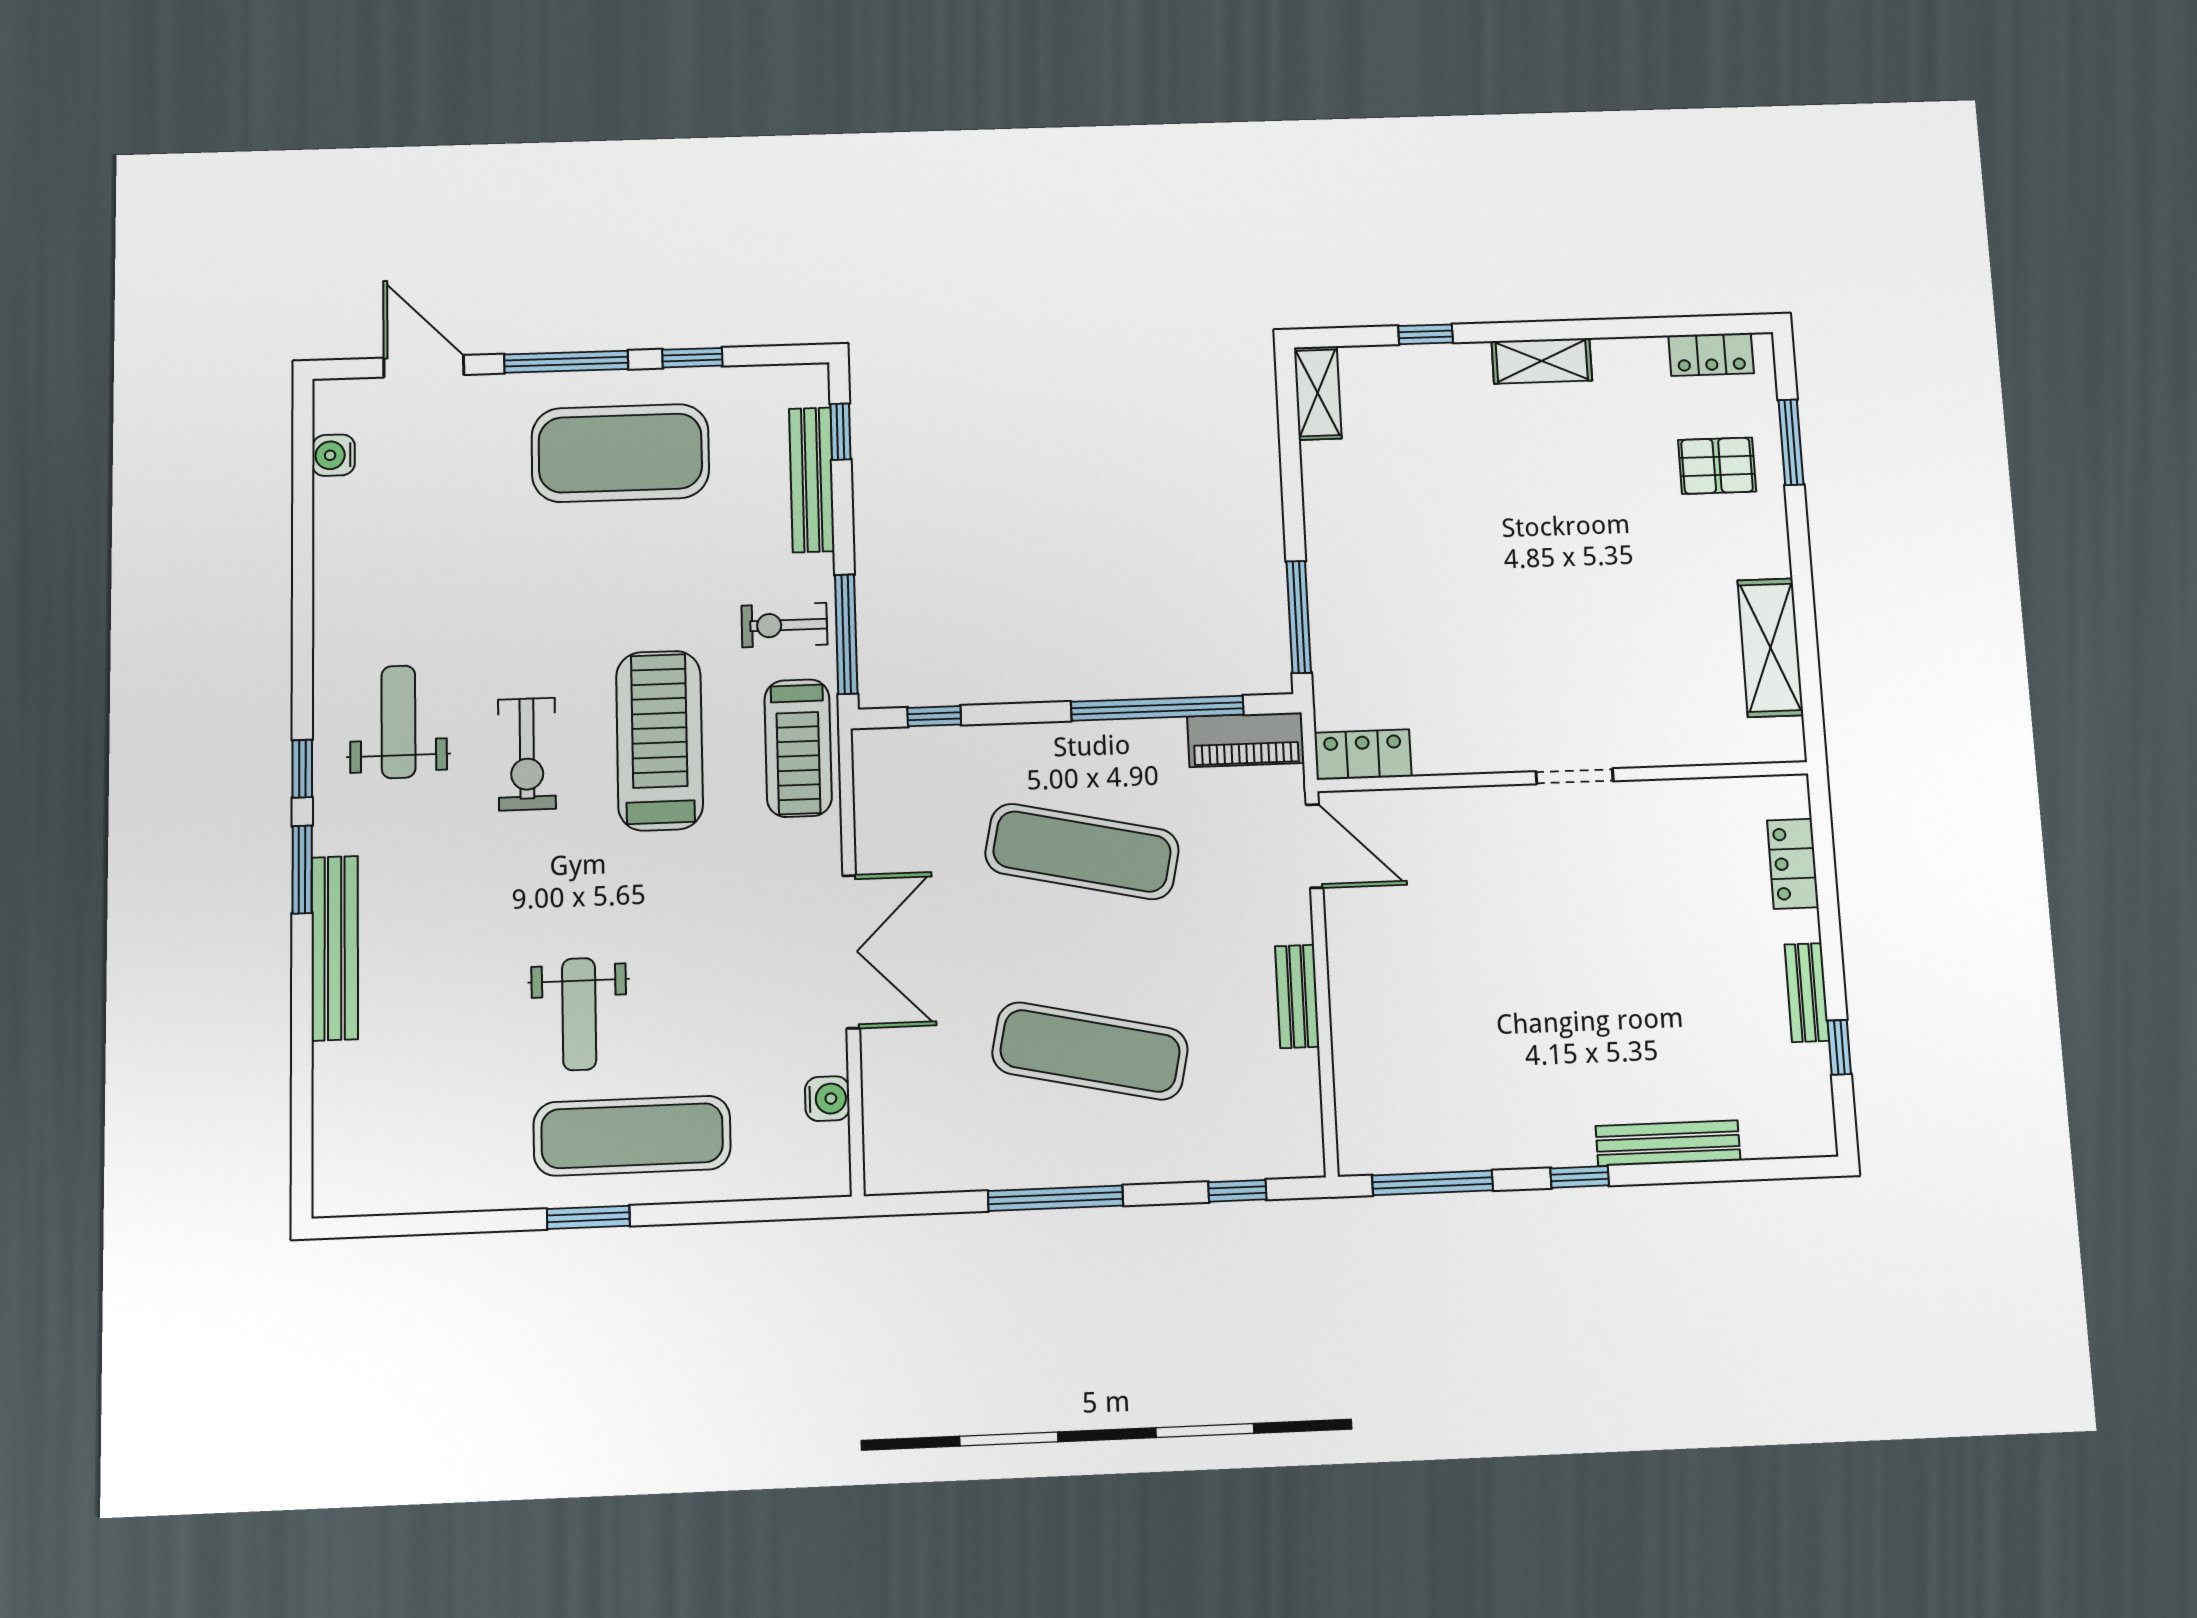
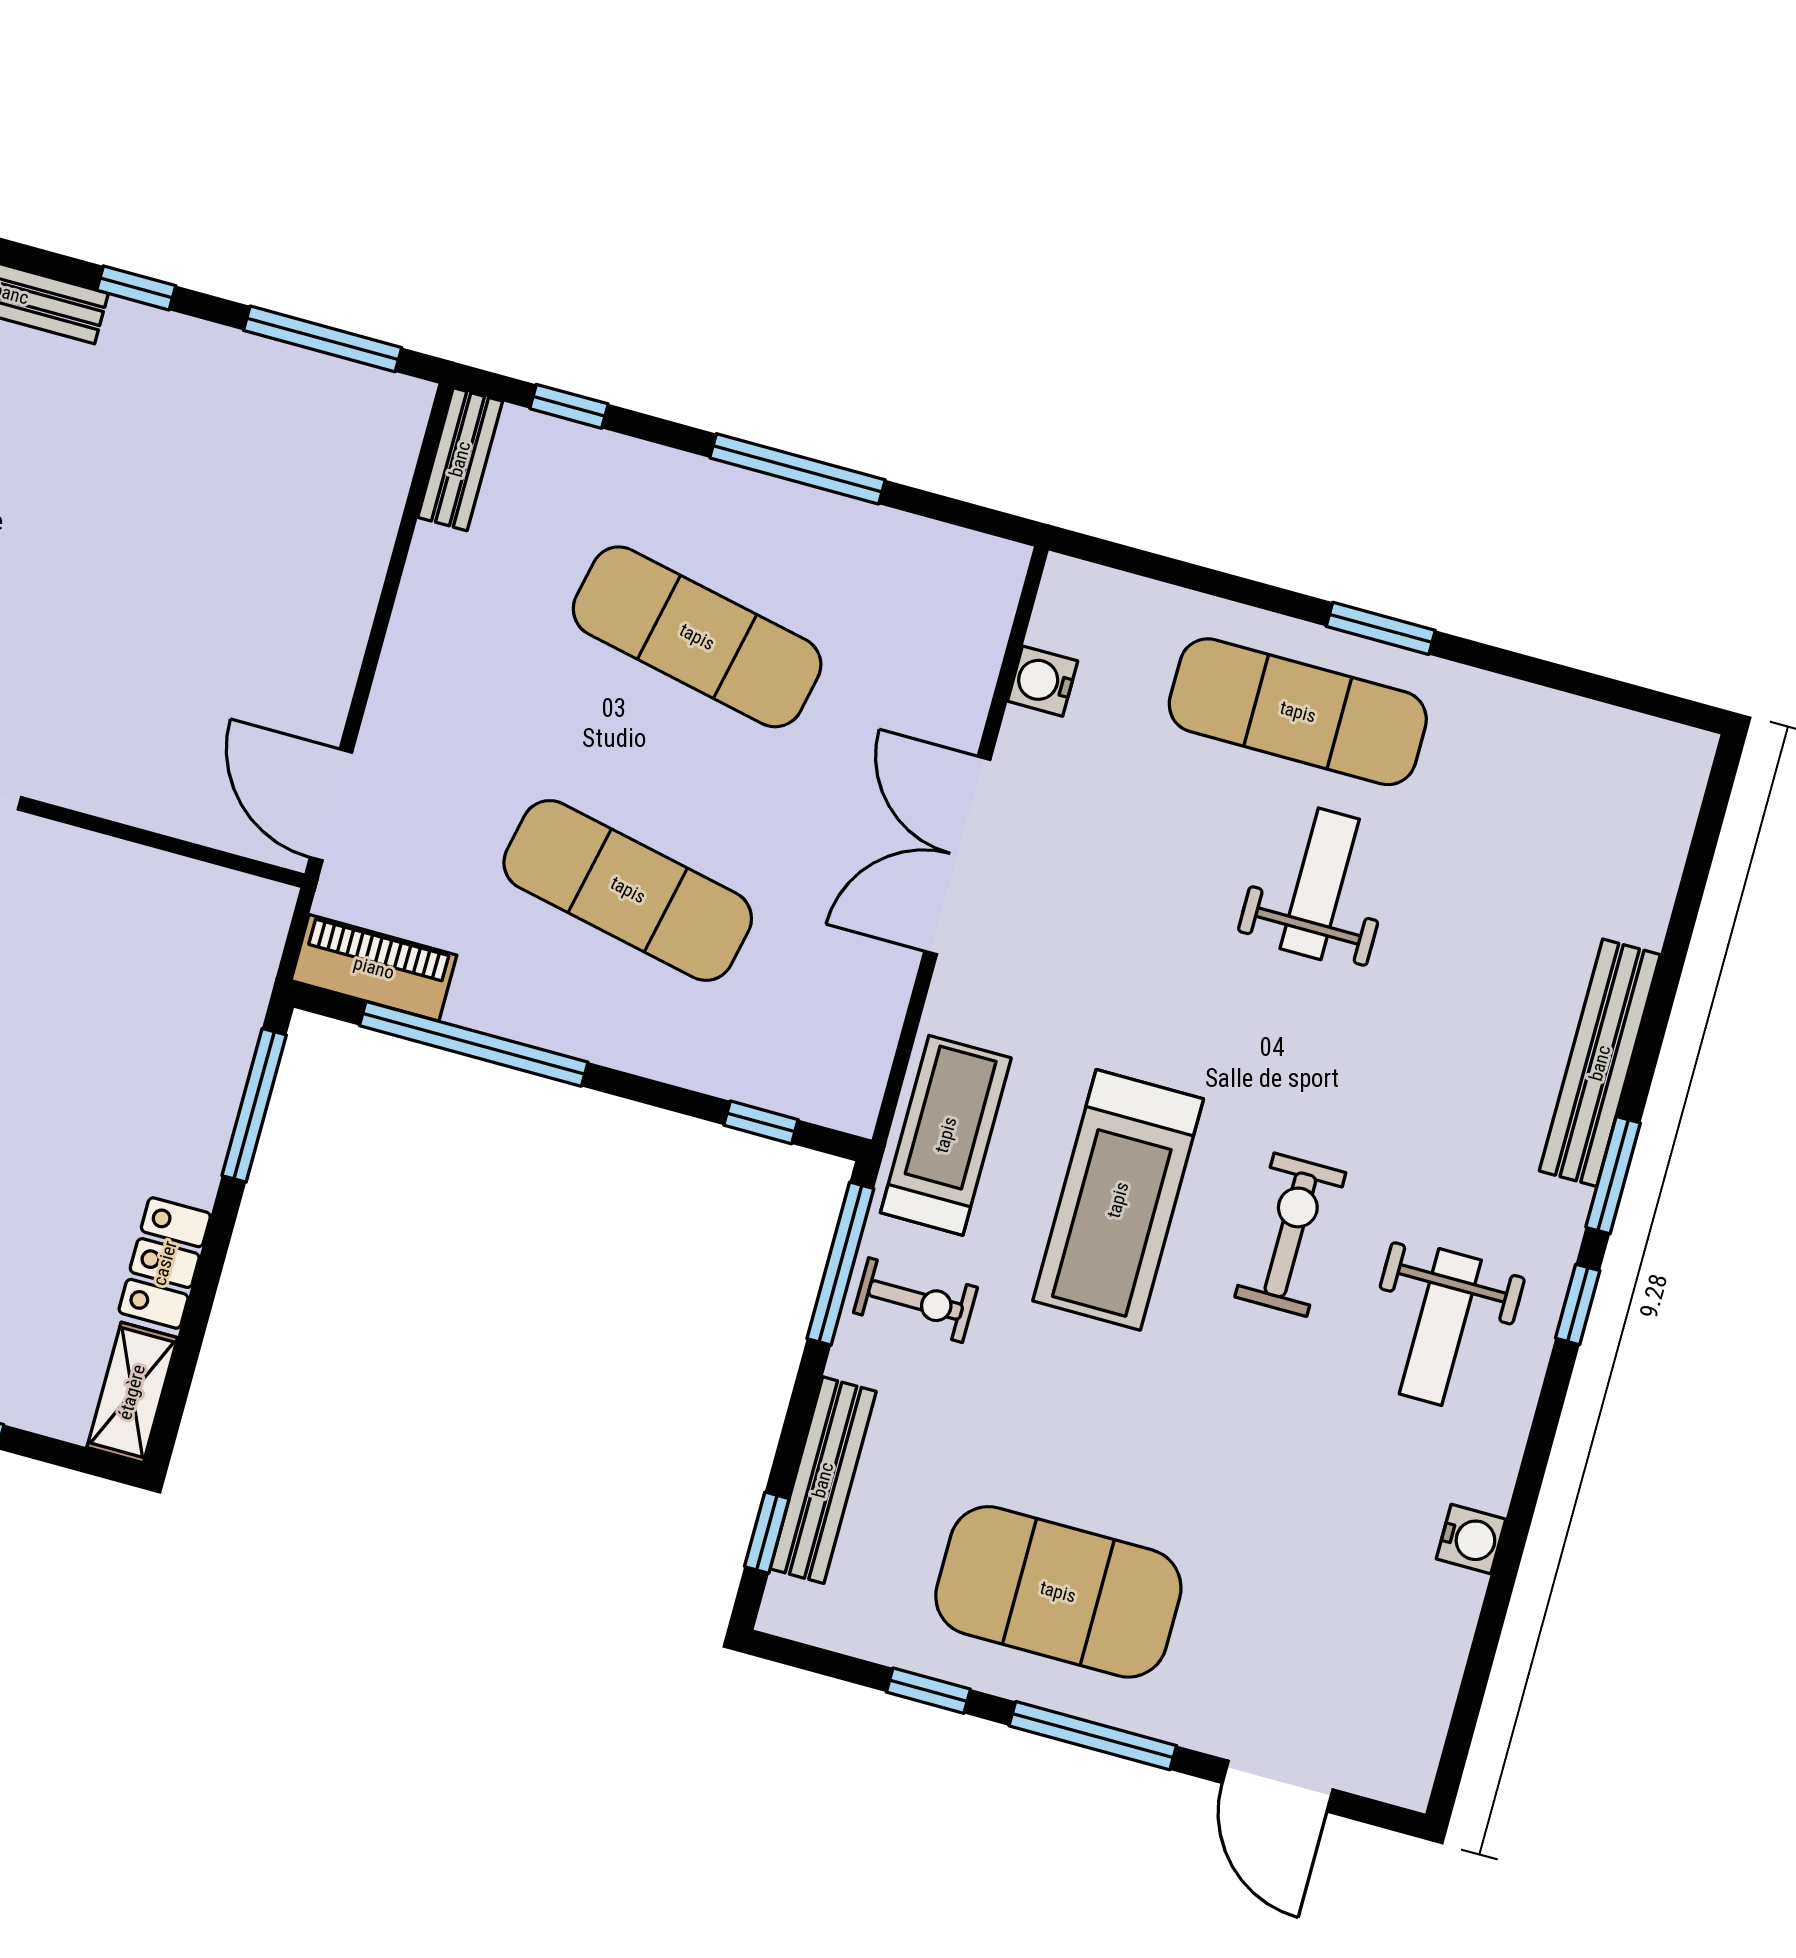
water cooler: (333, 455) -> (1471, 1539), moved
locker: (1363, 755) -> (165, 1263), moved, turned 90
bench: (1297, 996) -> (460, 459), moved

